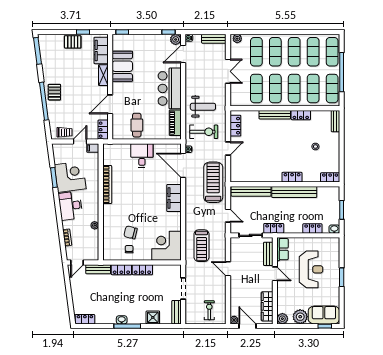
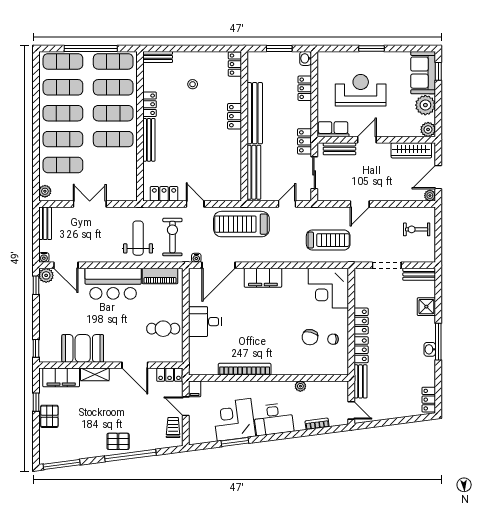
exercise mat: (256, 88) -> (113, 165), removed

